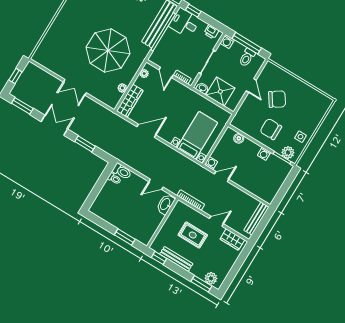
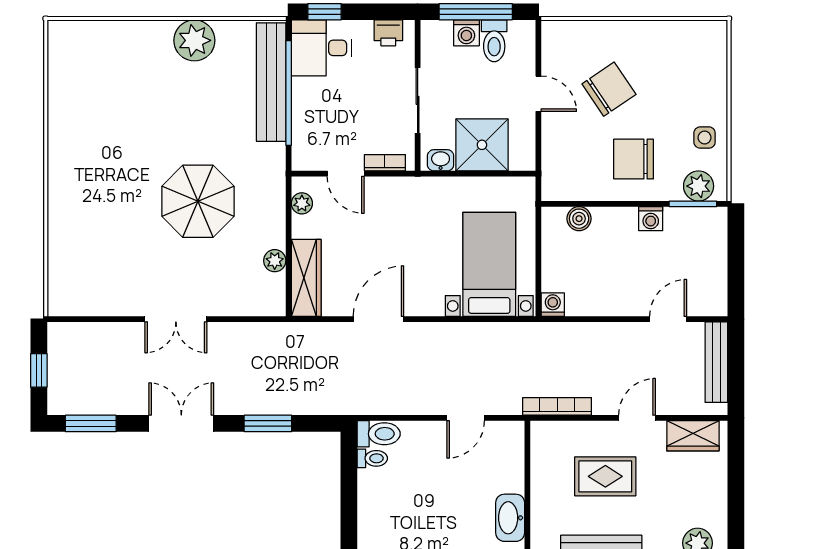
washing machine: (227, 42) -> (466, 33), moved
parasol: (108, 50) -> (198, 201), width x0.73, depth x0.73
door: (222, 177) -> (668, 319), moved
washbasin: (165, 204) -> (510, 518), moved

